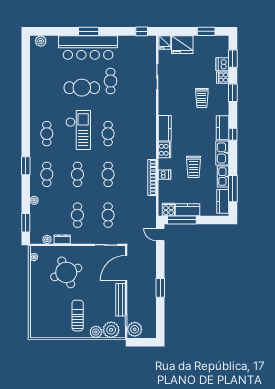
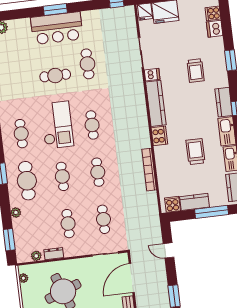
bar counter: (88, 47) -> (57, 28), width x0.73
window: (233, 59) -> (226, 21), removed
cooker: (223, 78) -> (213, 13), moved
cafe table: (82, 88) -> (55, 76), width x0.73, depth x0.74
kitchen counter: (165, 128) -> (156, 103), width x1.50
trolley: (193, 167) -> (195, 152), turned 180
cafe table: (47, 174) -> (27, 181), width x1.37, depth x1.35
dishwasher: (164, 175) -> (152, 75), moved
window: (182, 220) -> (212, 212), moved
door: (160, 235) -> (169, 250), moved

